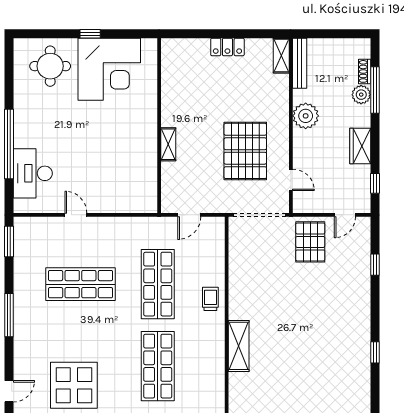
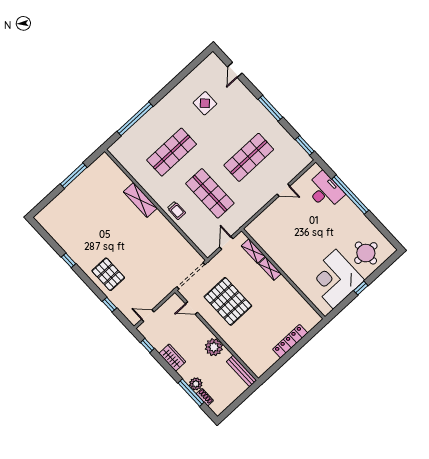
locker: (227, 47) -> (290, 341), width x1.53
shelving: (281, 56) -> (253, 251), moved
door: (345, 215) -> (148, 316), hinge flipped
pallet: (310, 242) -> (108, 274), moved
shop shelf: (158, 366) -> (172, 152), turned 90
display table: (74, 385) -> (205, 103), width x0.54, depth x0.54

